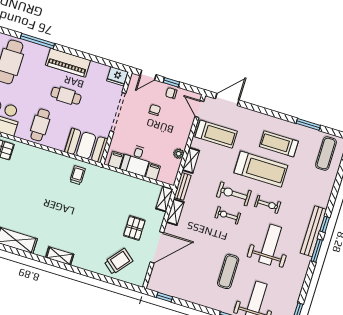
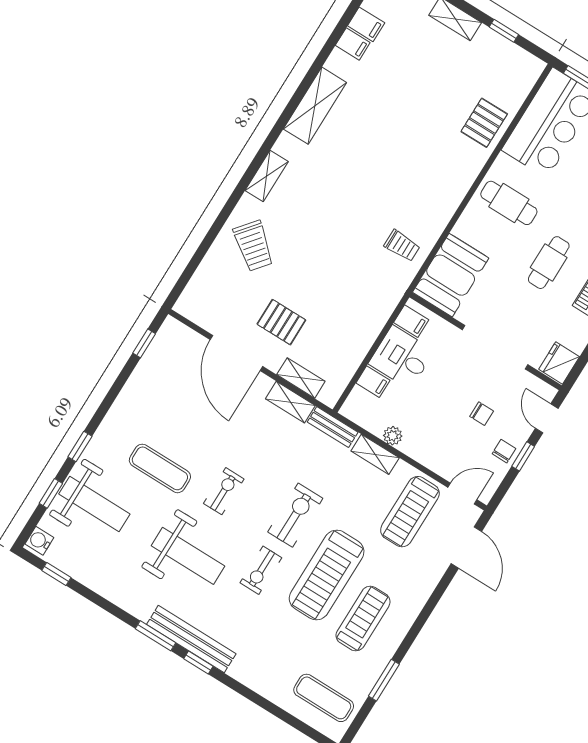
shelving: (164, 199) -> (301, 378), moved
exercise bike: (228, 215) -> (224, 491), moved
trolley: (119, 261) -> (254, 246), moved

